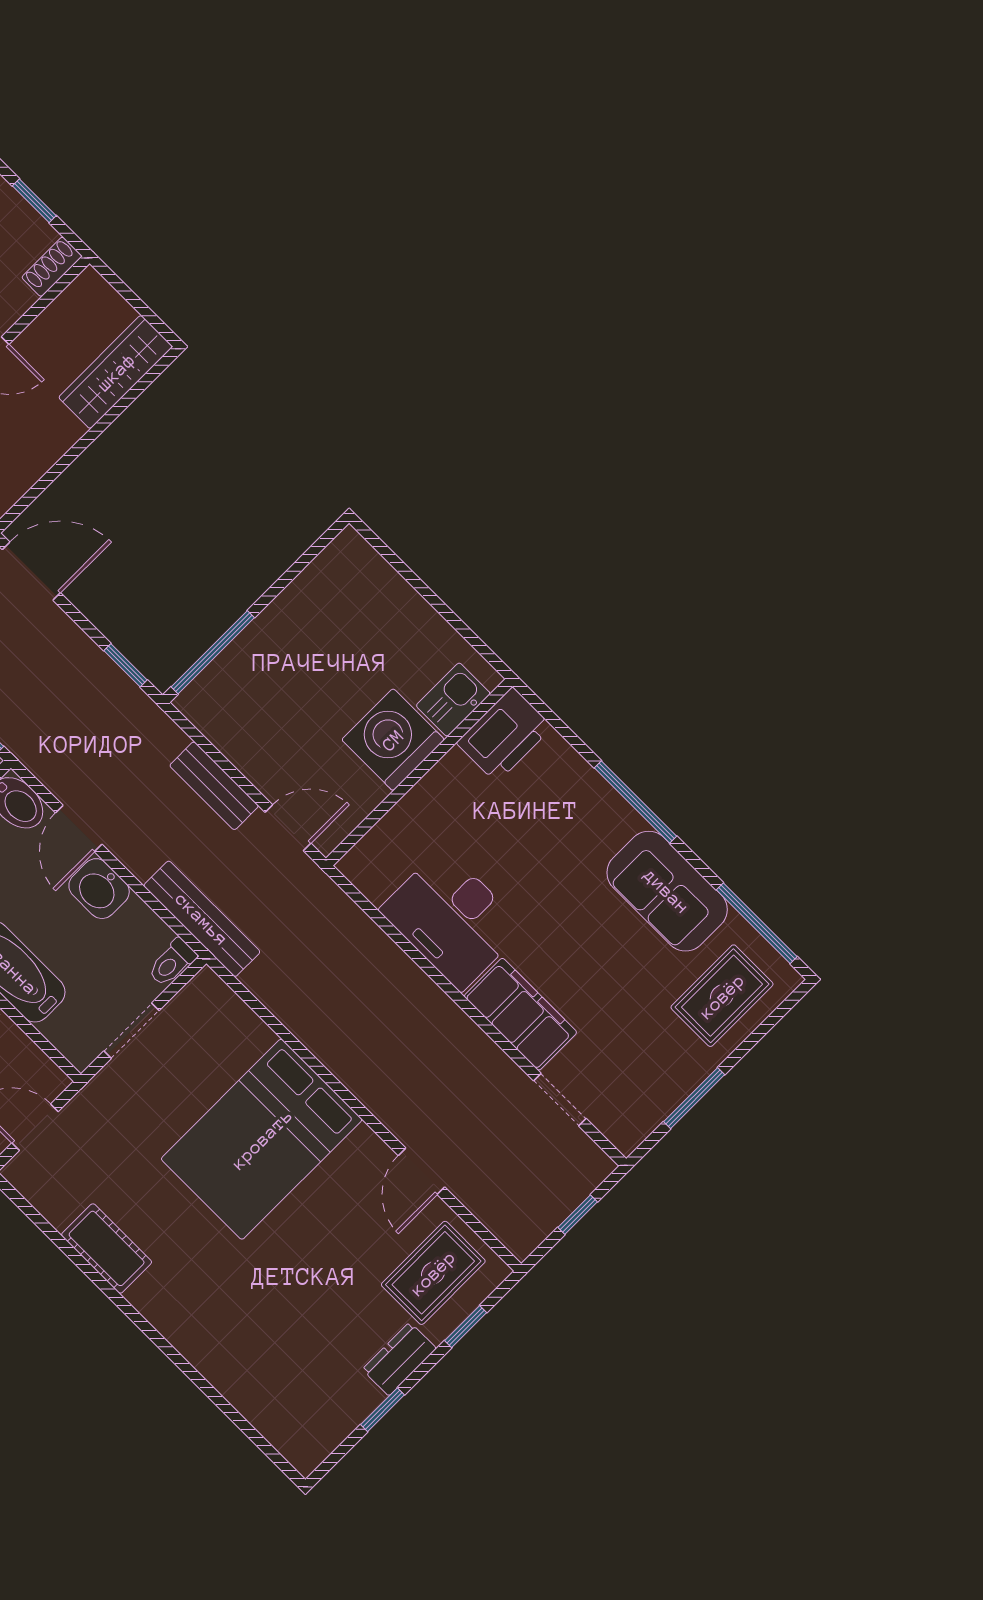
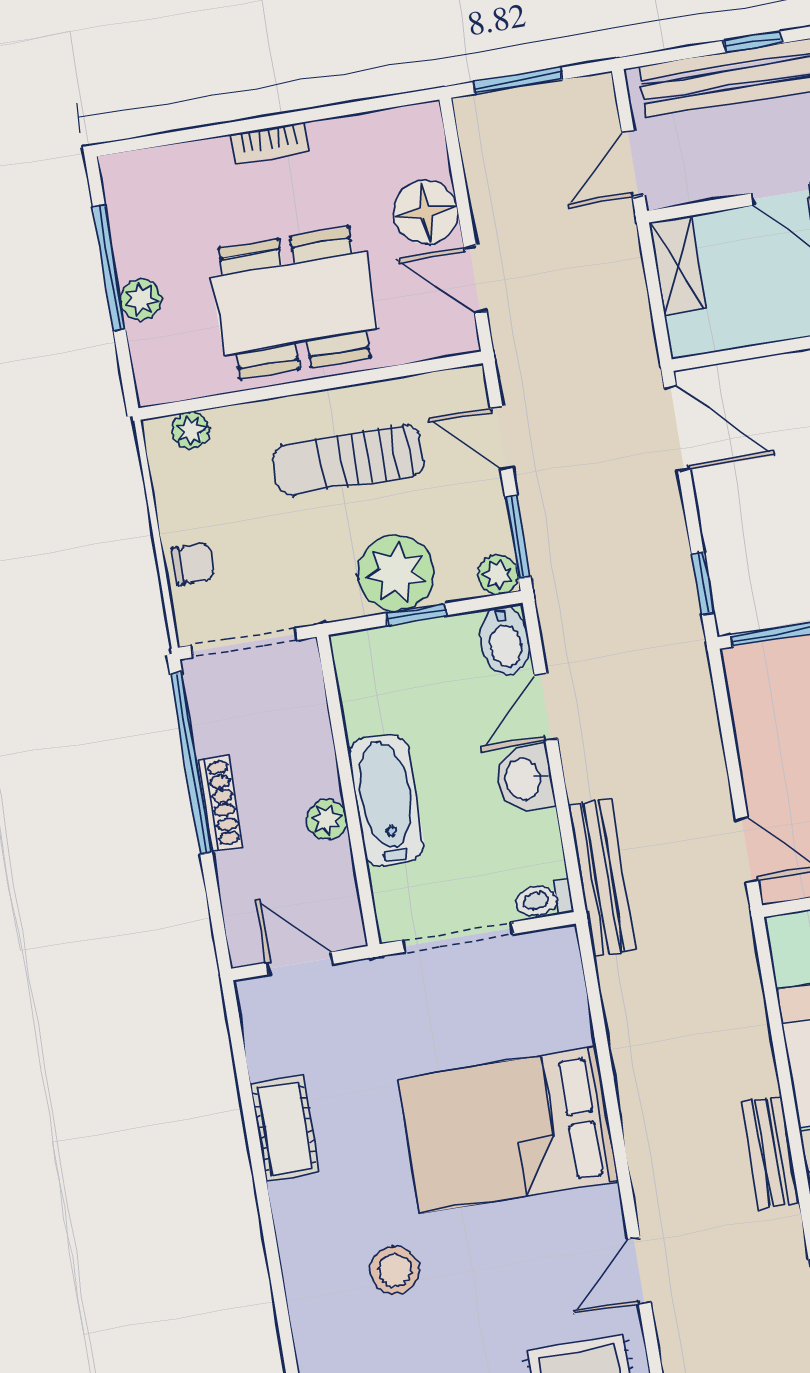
bench: (214, 786) -> (770, 1152), moved
doorway: (131, 1031) -> (458, 937), width x1.38
stool: (253, 1292) -> (395, 1270), added

